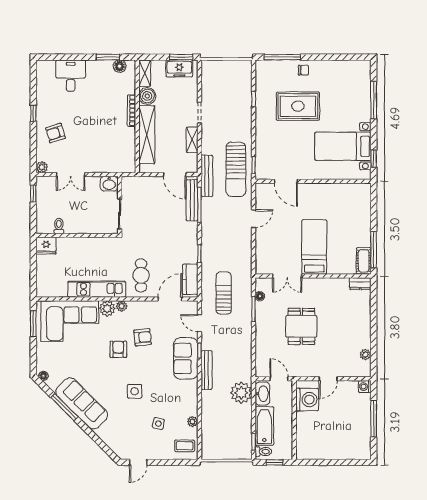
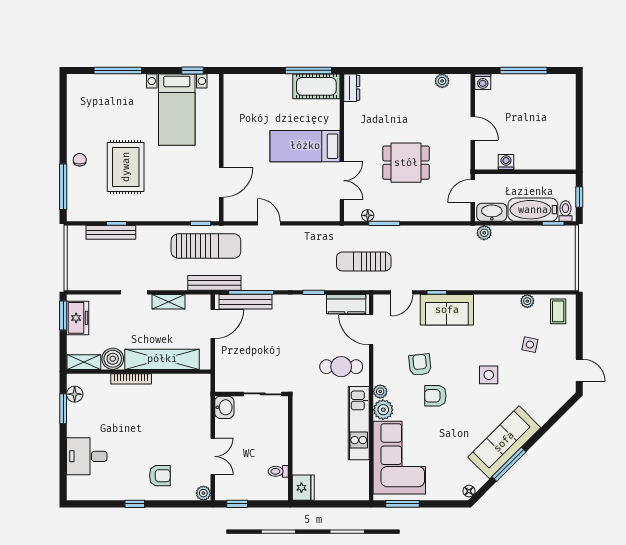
armchair: (55, 133) -> (160, 476), turned -73
cot: (364, 261) -> (316, 86), width x1.37, depth x1.34
bench: (207, 370) -> (111, 232), moved
plant: (241, 393) -> (484, 233), width x0.53, depth x0.53
washing machine: (307, 400) -> (506, 162), width x0.53, depth x0.53

